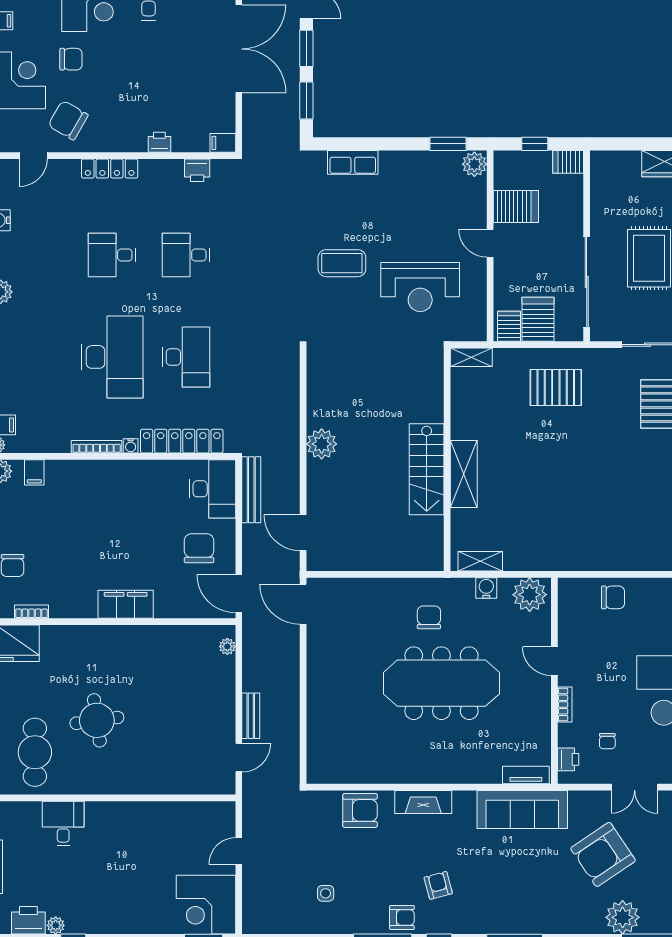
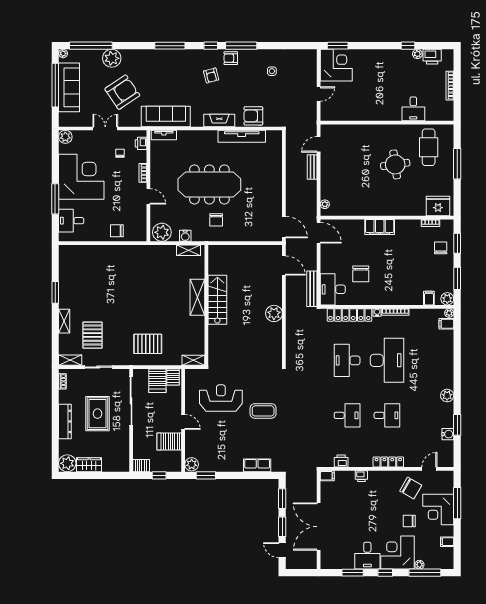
desk: (112, 357) -> (387, 360), turned 180
chair: (199, 548) -> (361, 274), moved
tv unit: (382, 773) -> (242, 136), added

